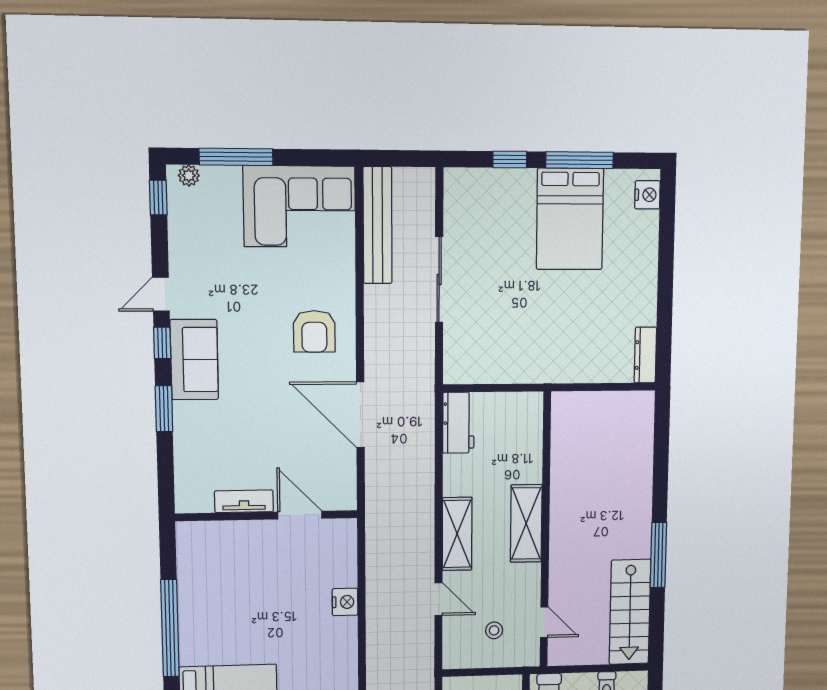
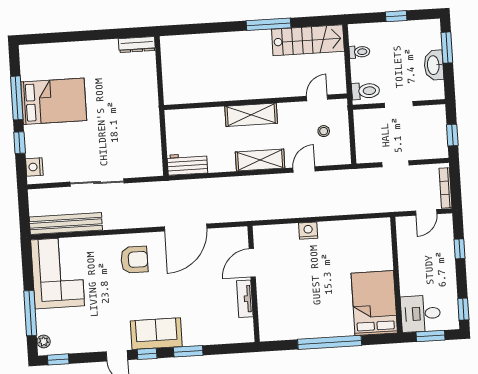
nightstand: (647, 195) -> (34, 167), moved, turned -90

